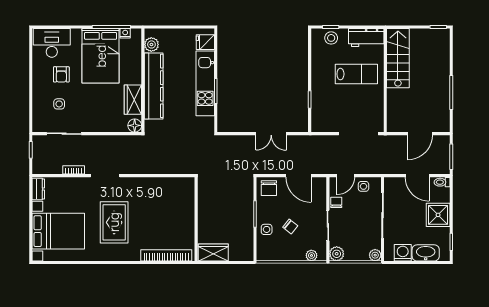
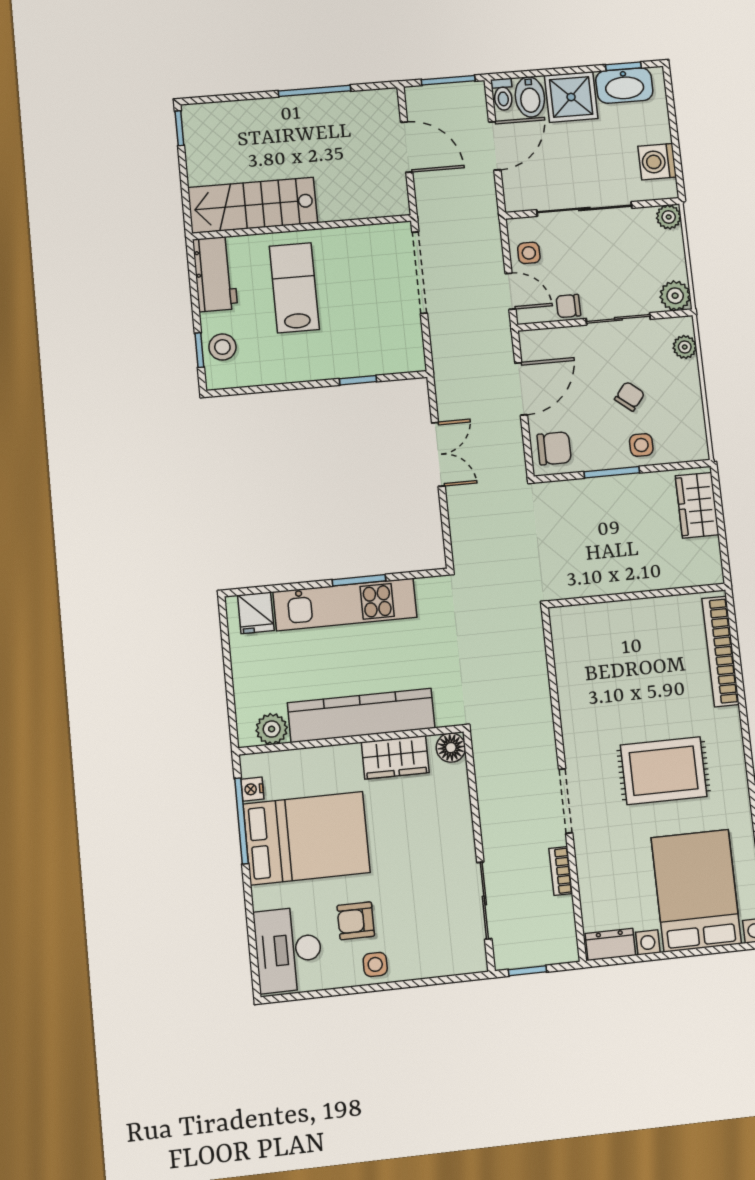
armchair: (61, 74) -> (356, 921), turned 180
side table: (59, 104) -> (375, 964), moved
bidet: (440, 195) -> (530, 97), added
wardrobe: (213, 252) -> (697, 505), moved
washbasin: (426, 253) -> (624, 86), moved, turned -90

